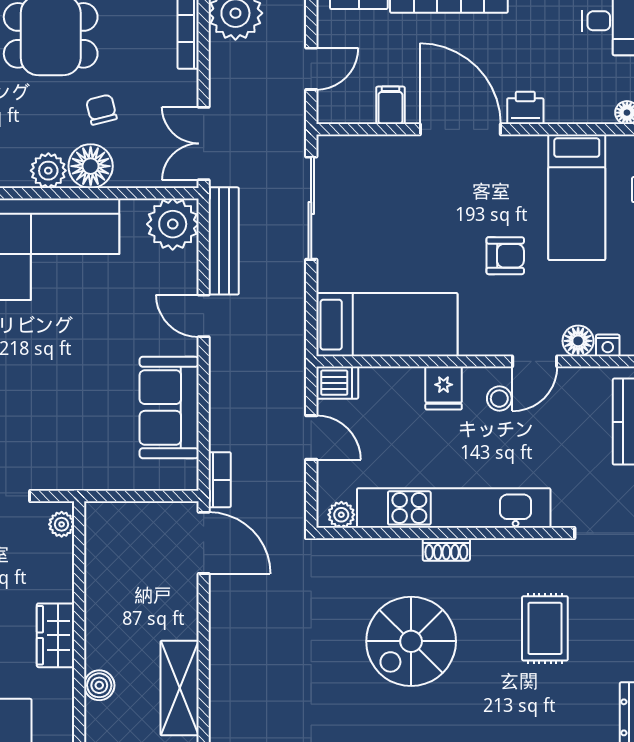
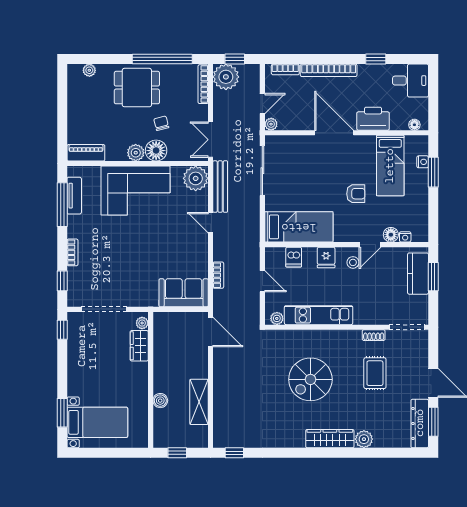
filing cabinet: (390, 105) -> (301, 121), removed
printer: (525, 108) -> (373, 119), width x1.87, depth x1.48
plant: (329, 111) -> (271, 124), added
dishwasher: (337, 383) -> (294, 257), moved, turned 90
sofa: (169, 407) -> (184, 293), moved, turned 90
bookcase: (220, 480) -> (218, 275), moved
kitchen unit: (454, 508) -> (319, 315), width x0.73
shoe rack: (446, 549) -> (374, 335), moved
wardrobe: (56, 635) -> (139, 346), moved

